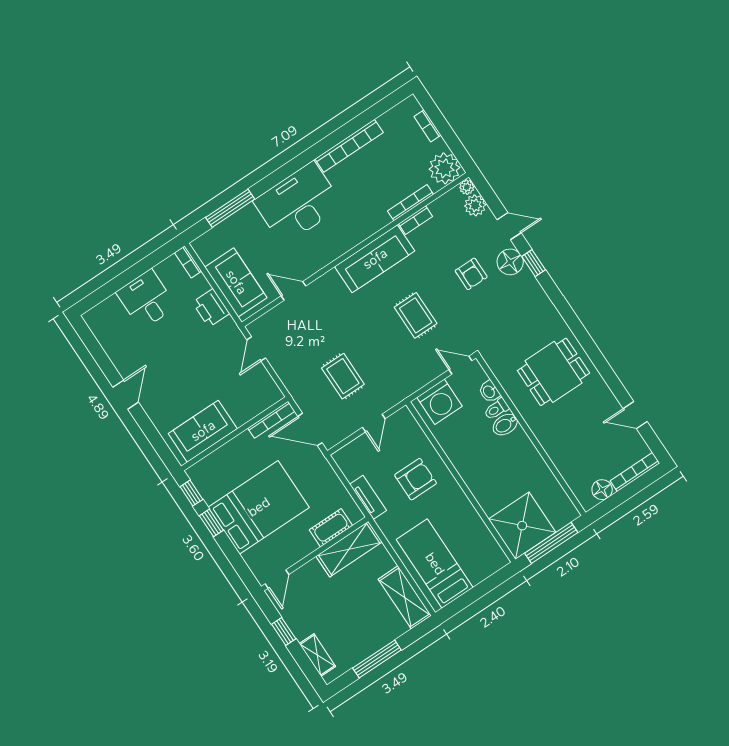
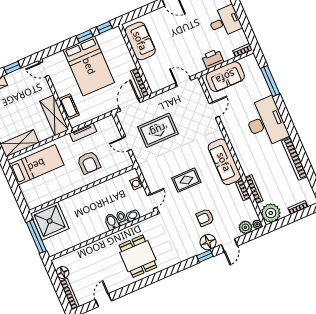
rug: (343, 376) -> (158, 130), width x1.36, depth x1.43
washing machine: (440, 402) -> (137, 183), width x0.53, depth x0.53

